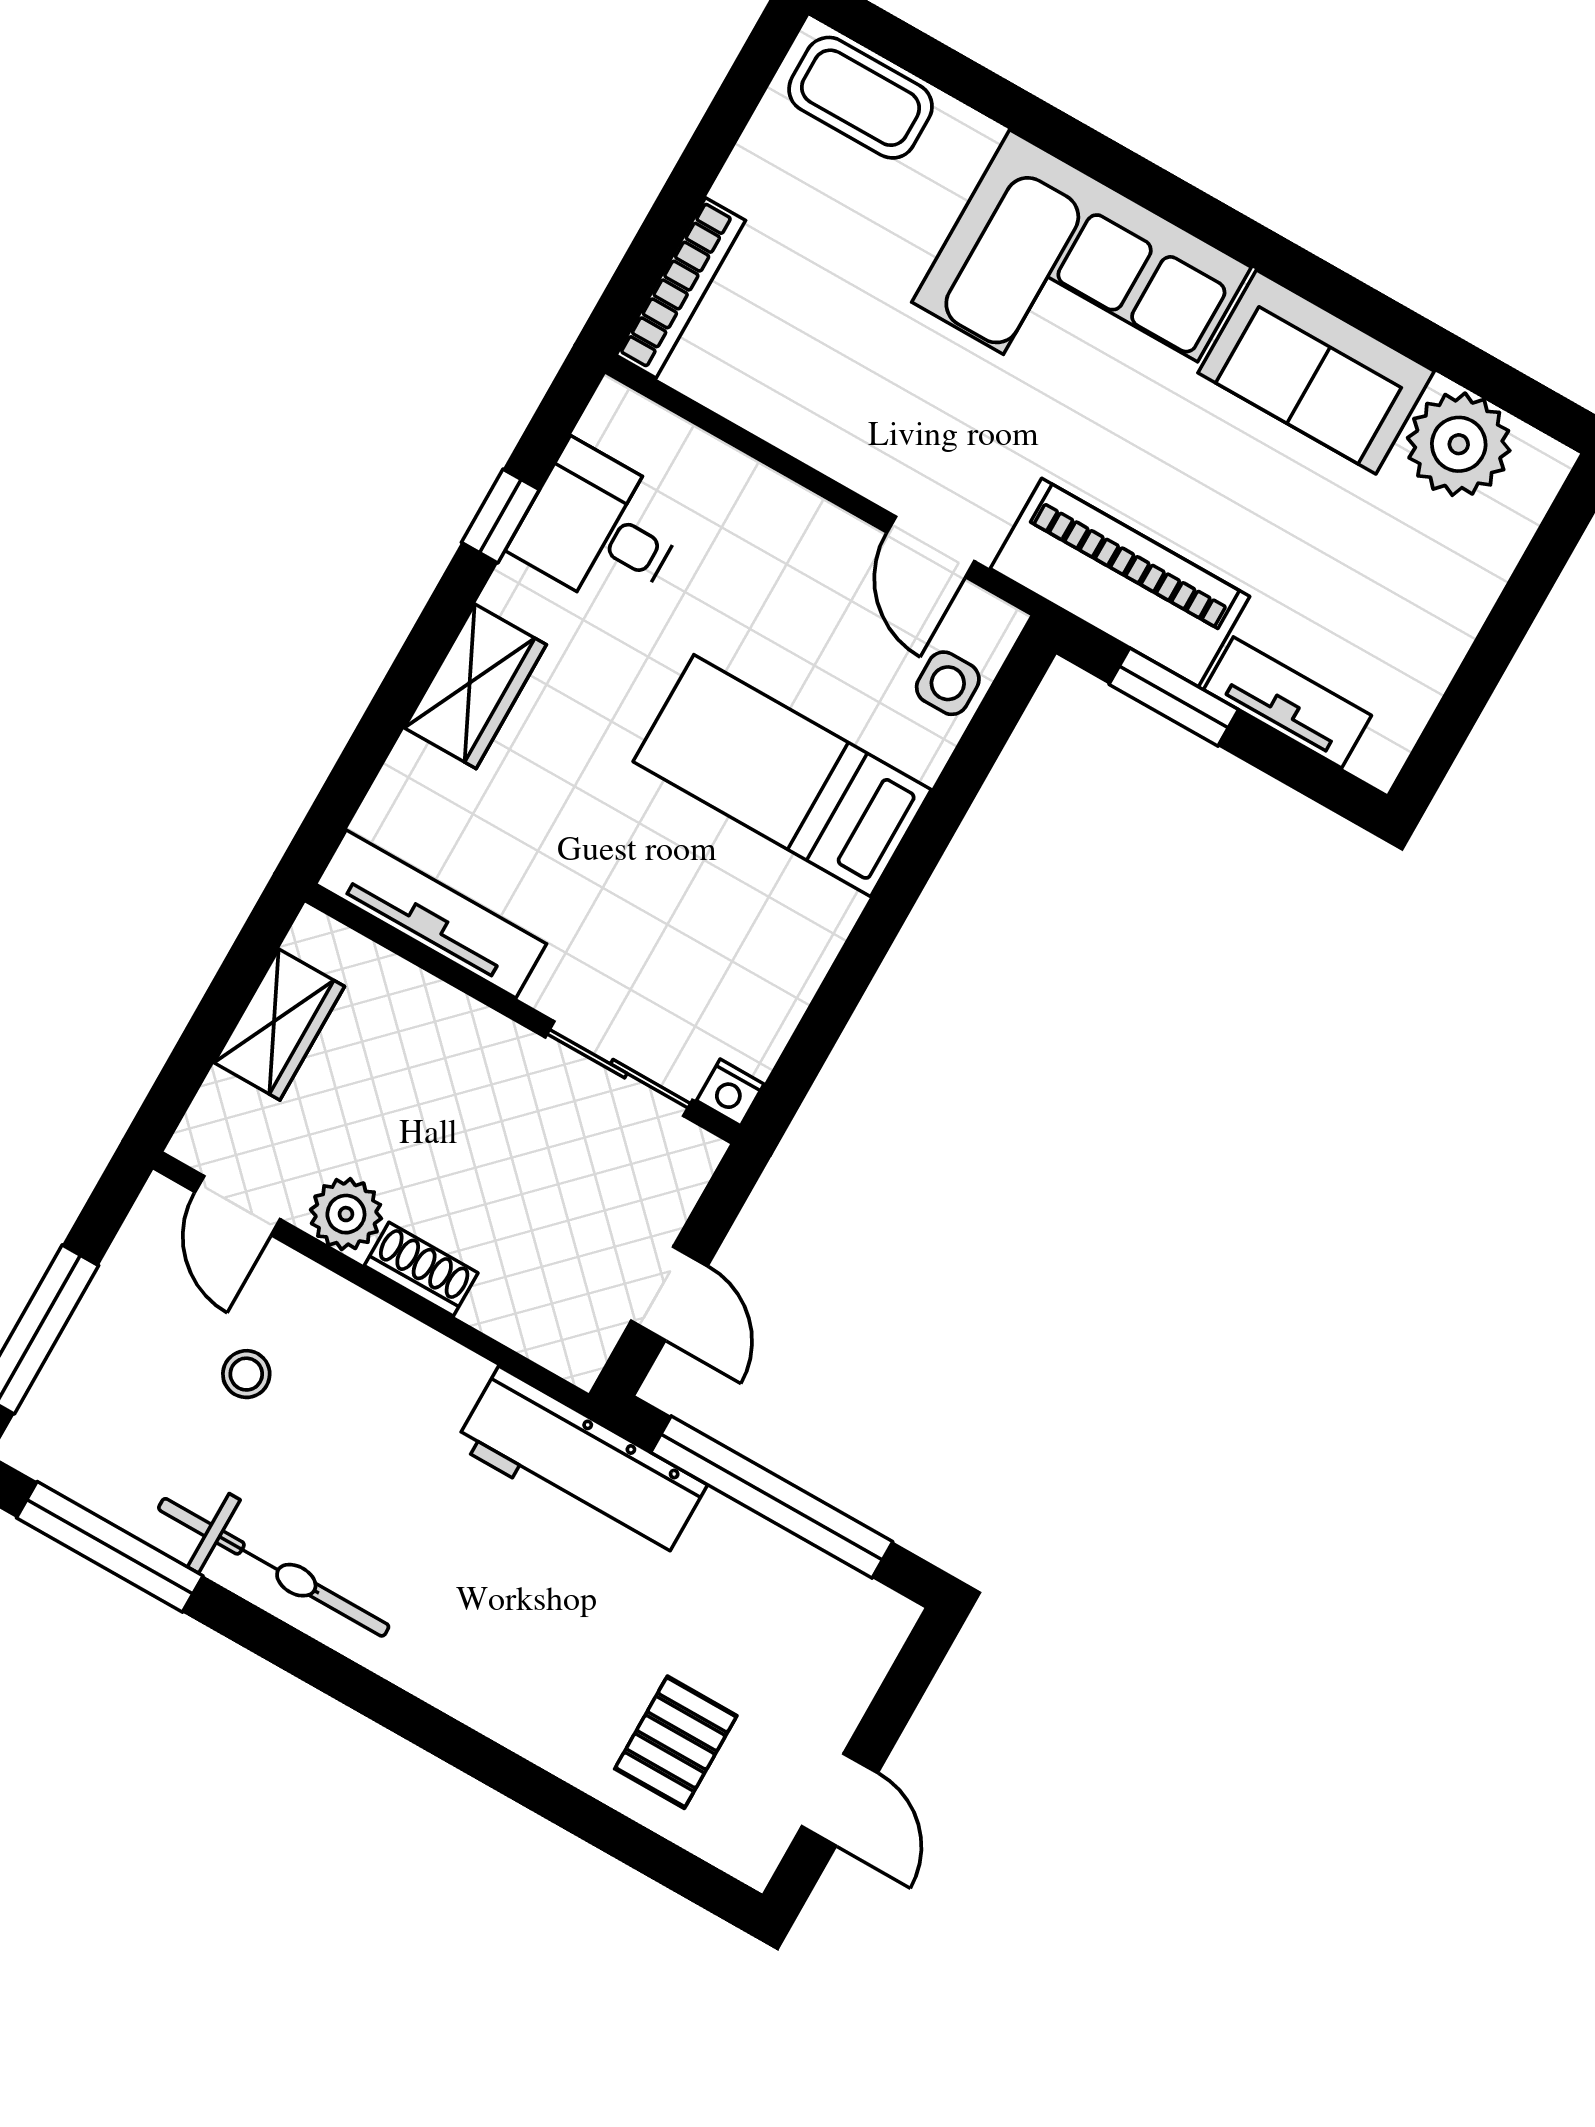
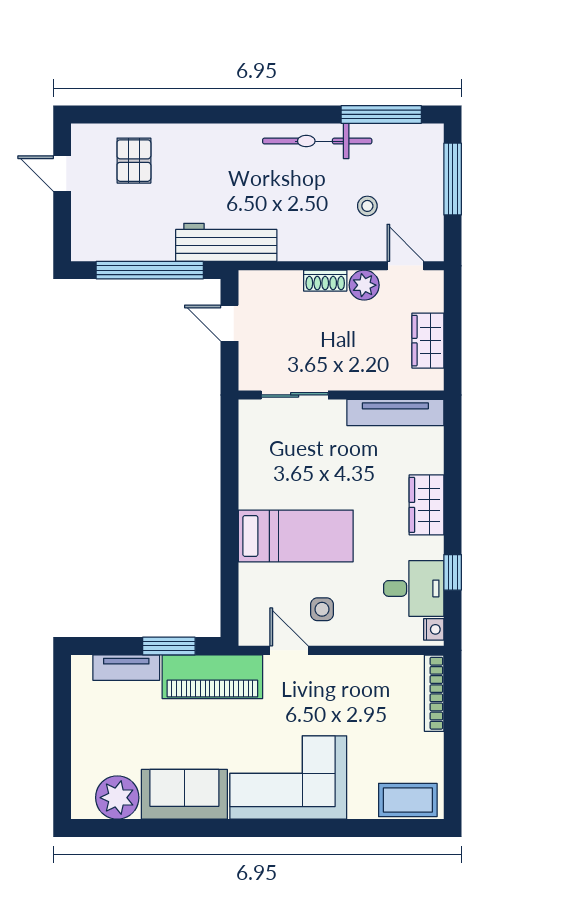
side table: (948, 683) -> (322, 609), moved
nightstand: (730, 1092) -> (434, 629), moved, turned 90

